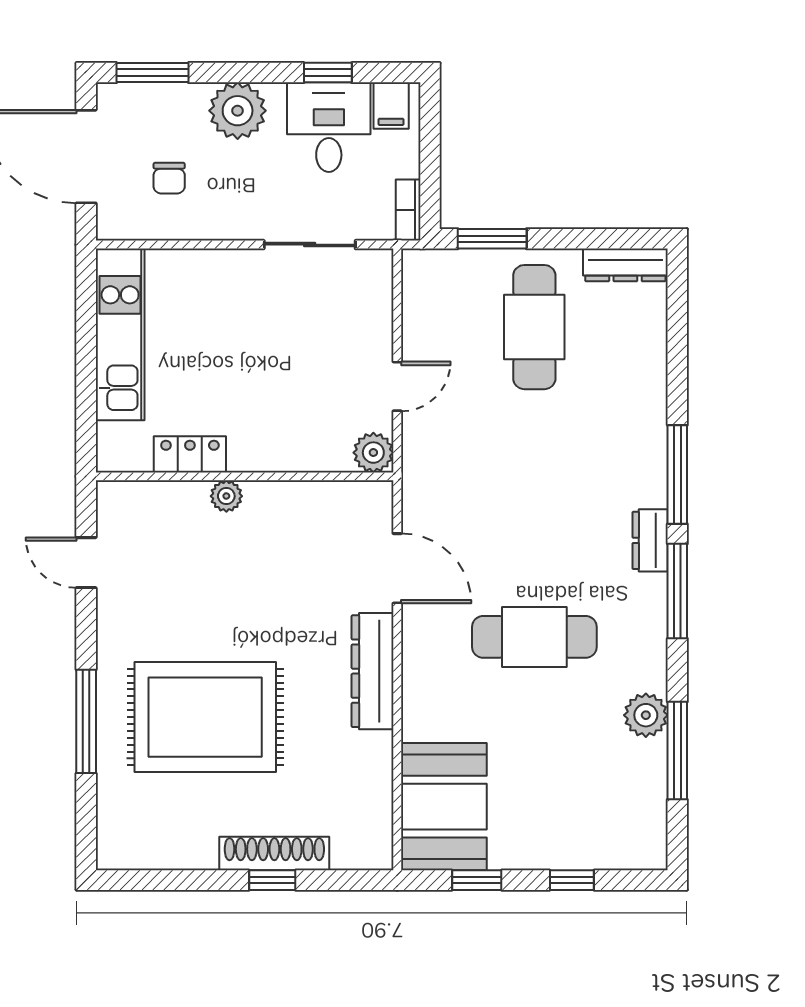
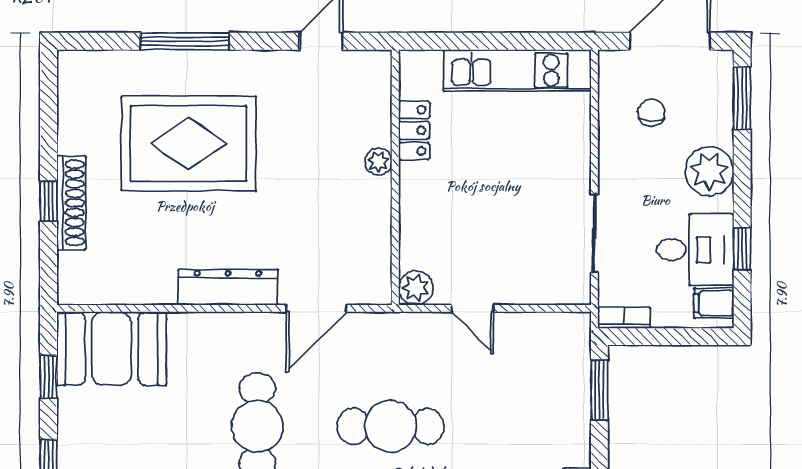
chair: (169, 178) -> (651, 113), turned 90
cafe table: (534, 327) -> (390, 426), moved
rug: (205, 717) -> (189, 144), turned 90

